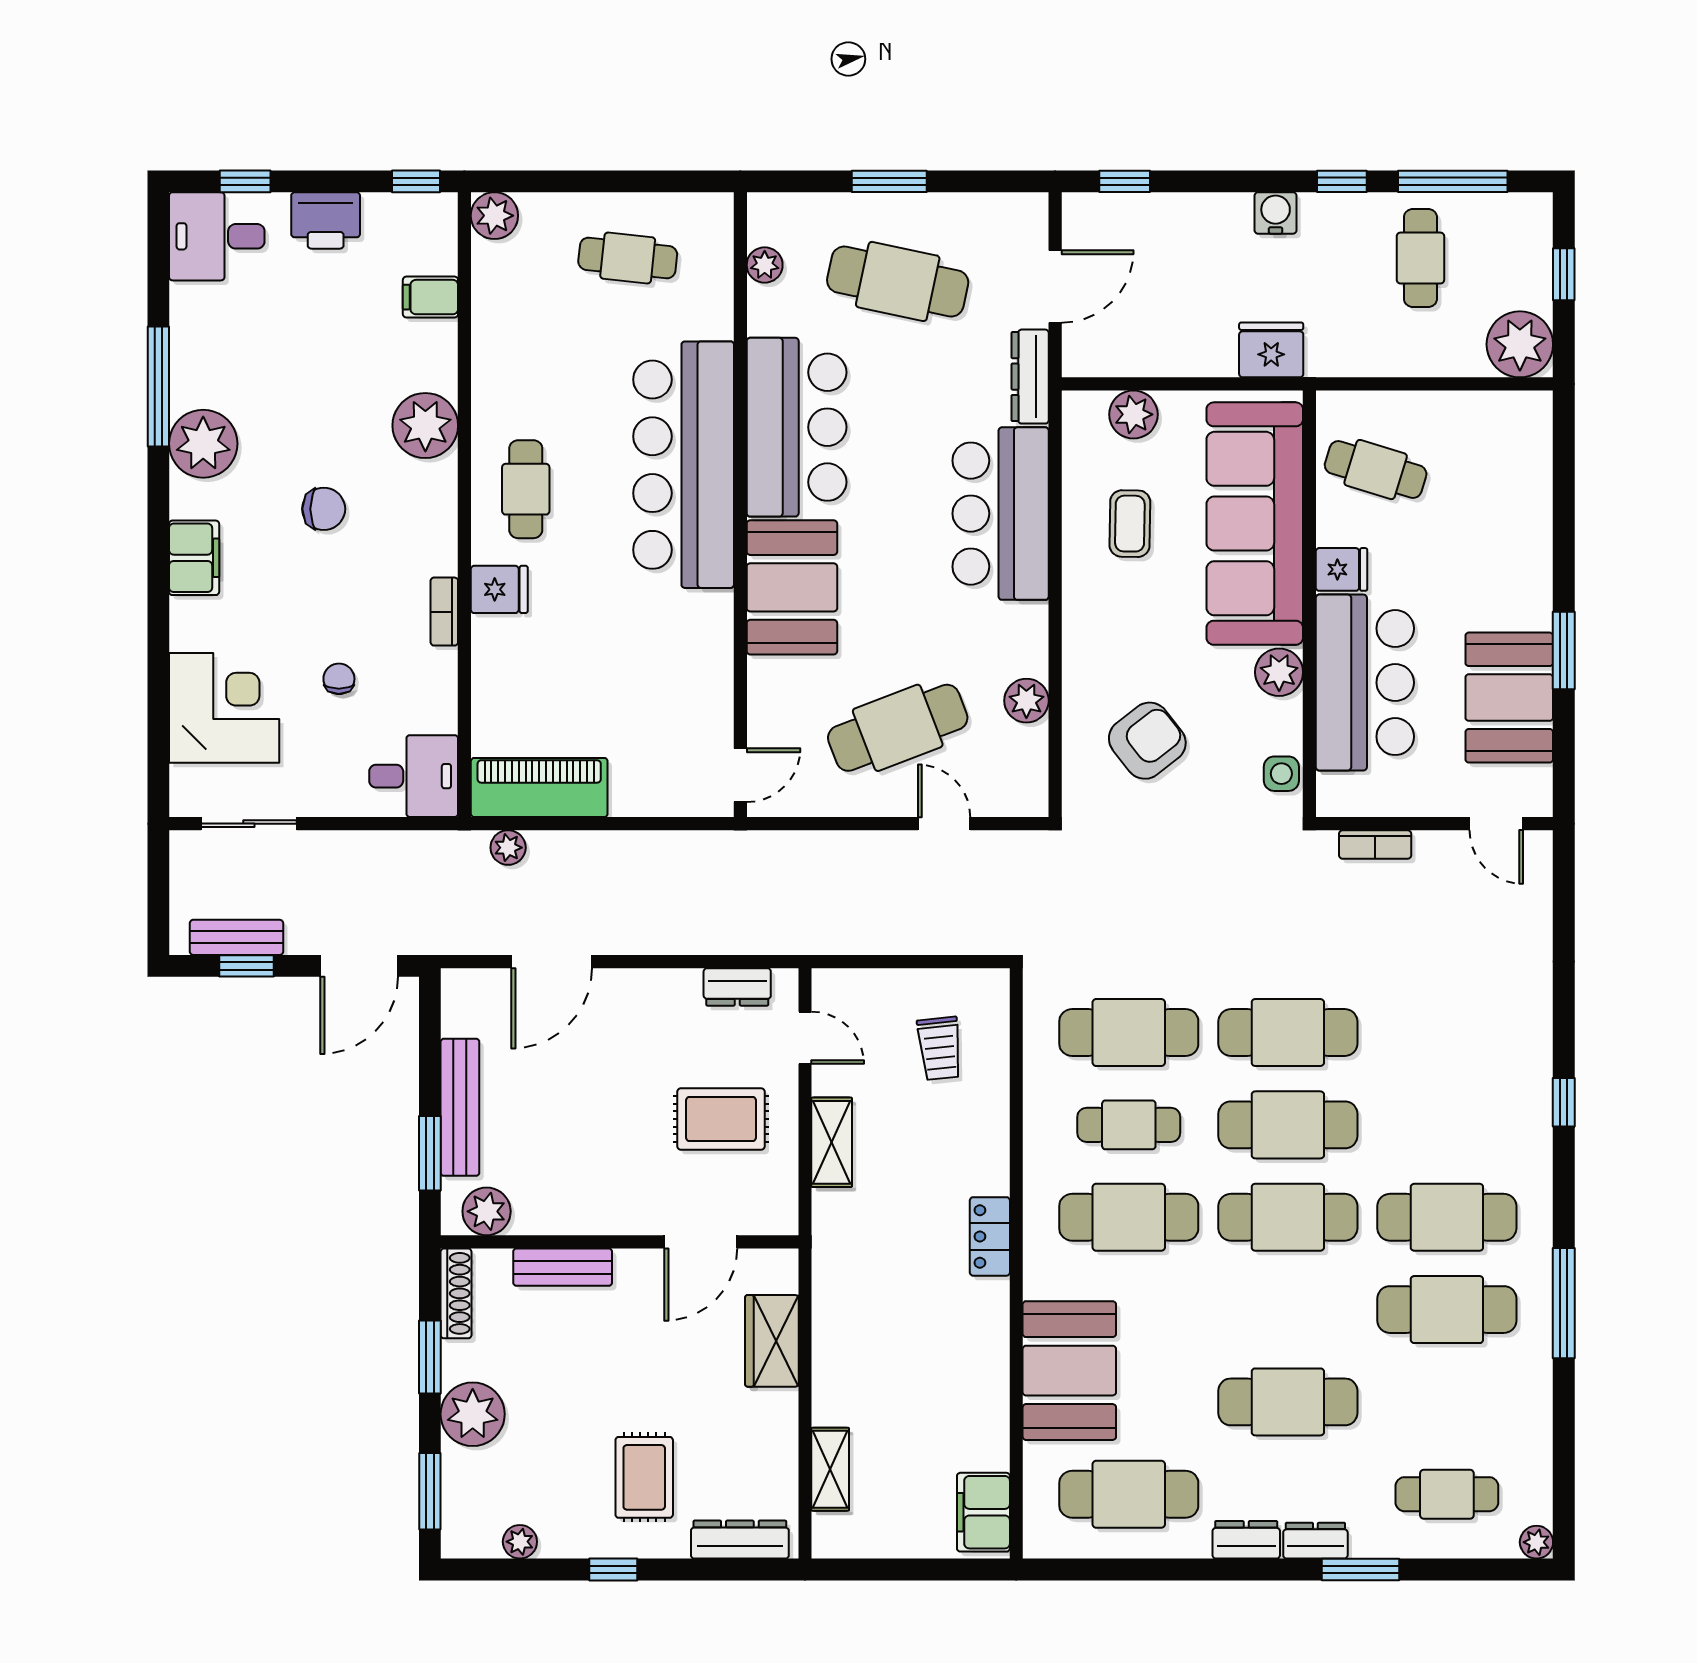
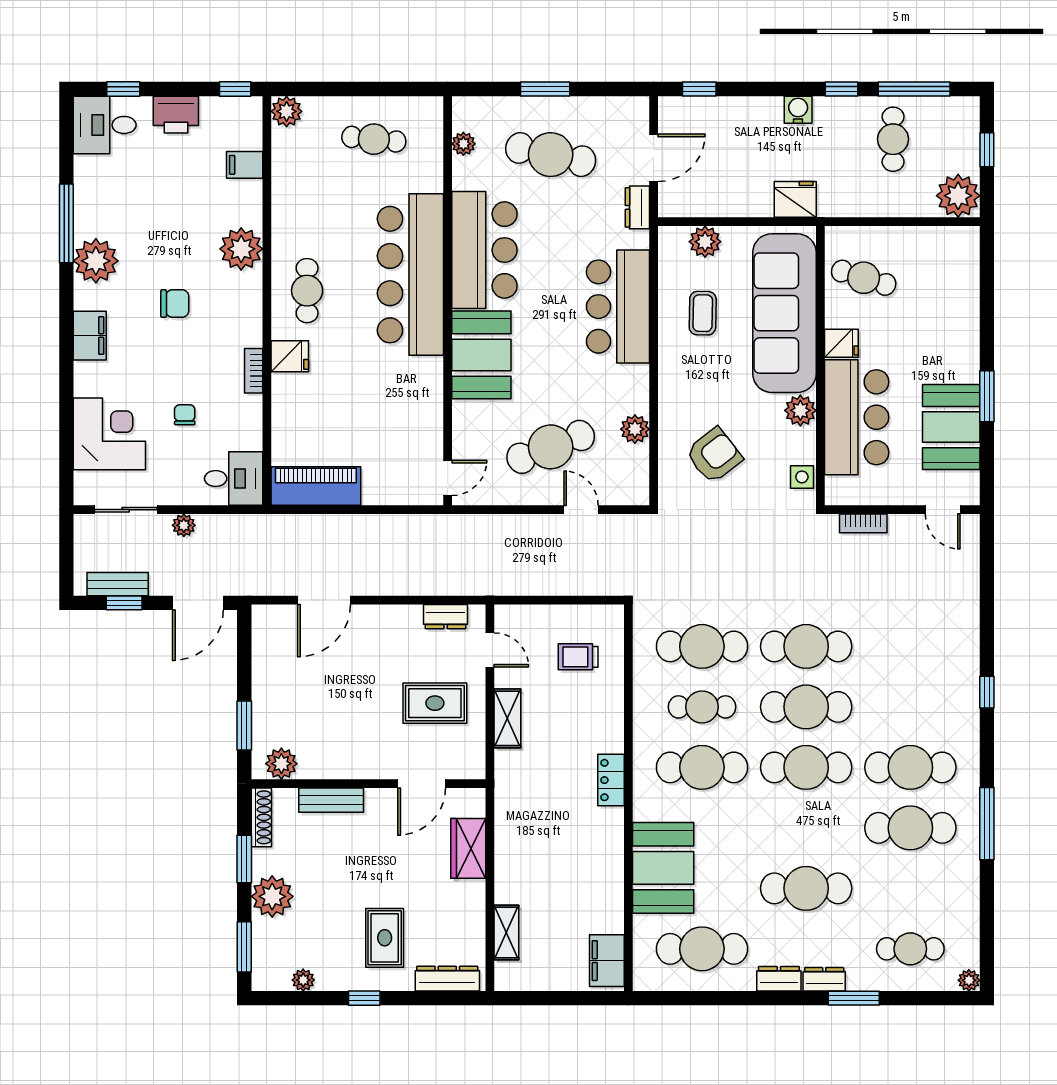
dresser: (1030, 377) -> (637, 207), width x0.70
plant: (508, 848) -> (184, 525), moved
trolley: (940, 1048) -> (578, 657), turned 96
bench: (460, 1107) -> (264, 695), removed

